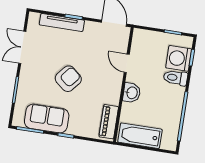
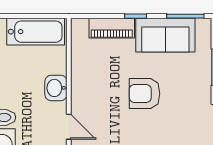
armchair: (68, 79) -> (145, 94), turned 50
piano: (109, 122) -> (112, 28), moved, turned 90

